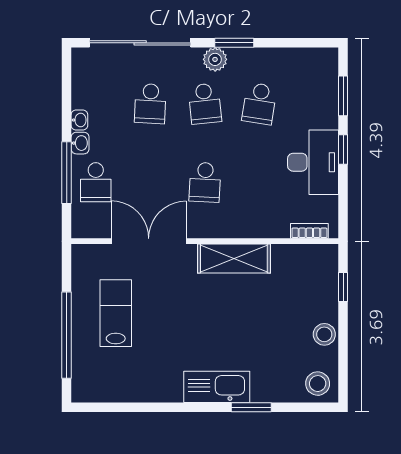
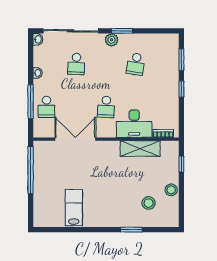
school desk: (205, 104) -> (106, 64), removed
washbasin: (80, 143) -> (38, 39), moved
desk: (313, 162) -> (134, 124), moved, turned 90
shelving: (234, 259) -> (140, 149), moved
lab bench: (116, 313) -> (74, 208), moved
window: (67, 335) -> (31, 170), moved
stool: (318, 384) -> (149, 203), moved
kitchen sink: (217, 387) -> (112, 218), removed

